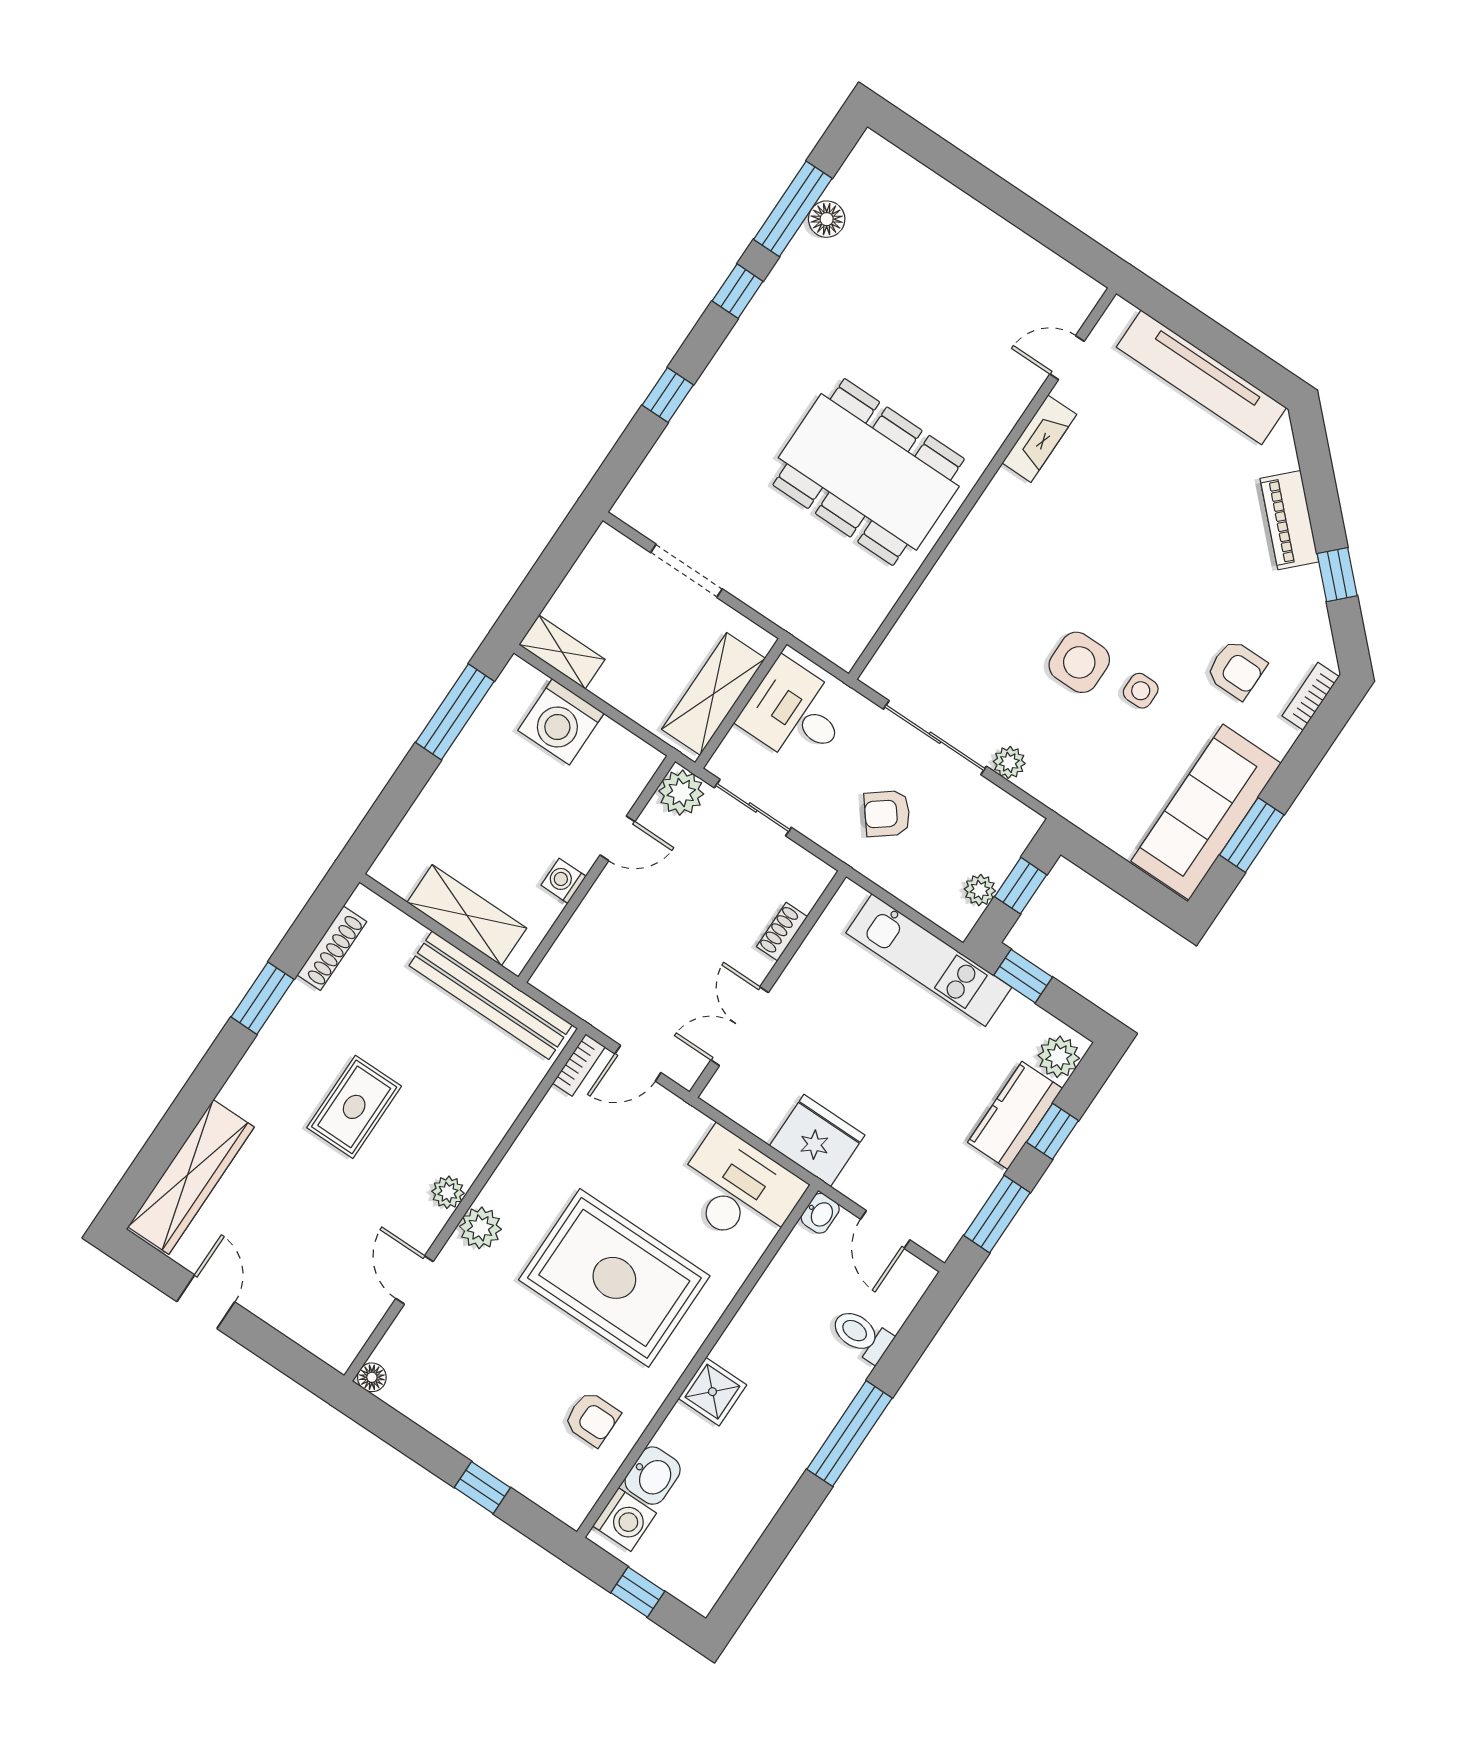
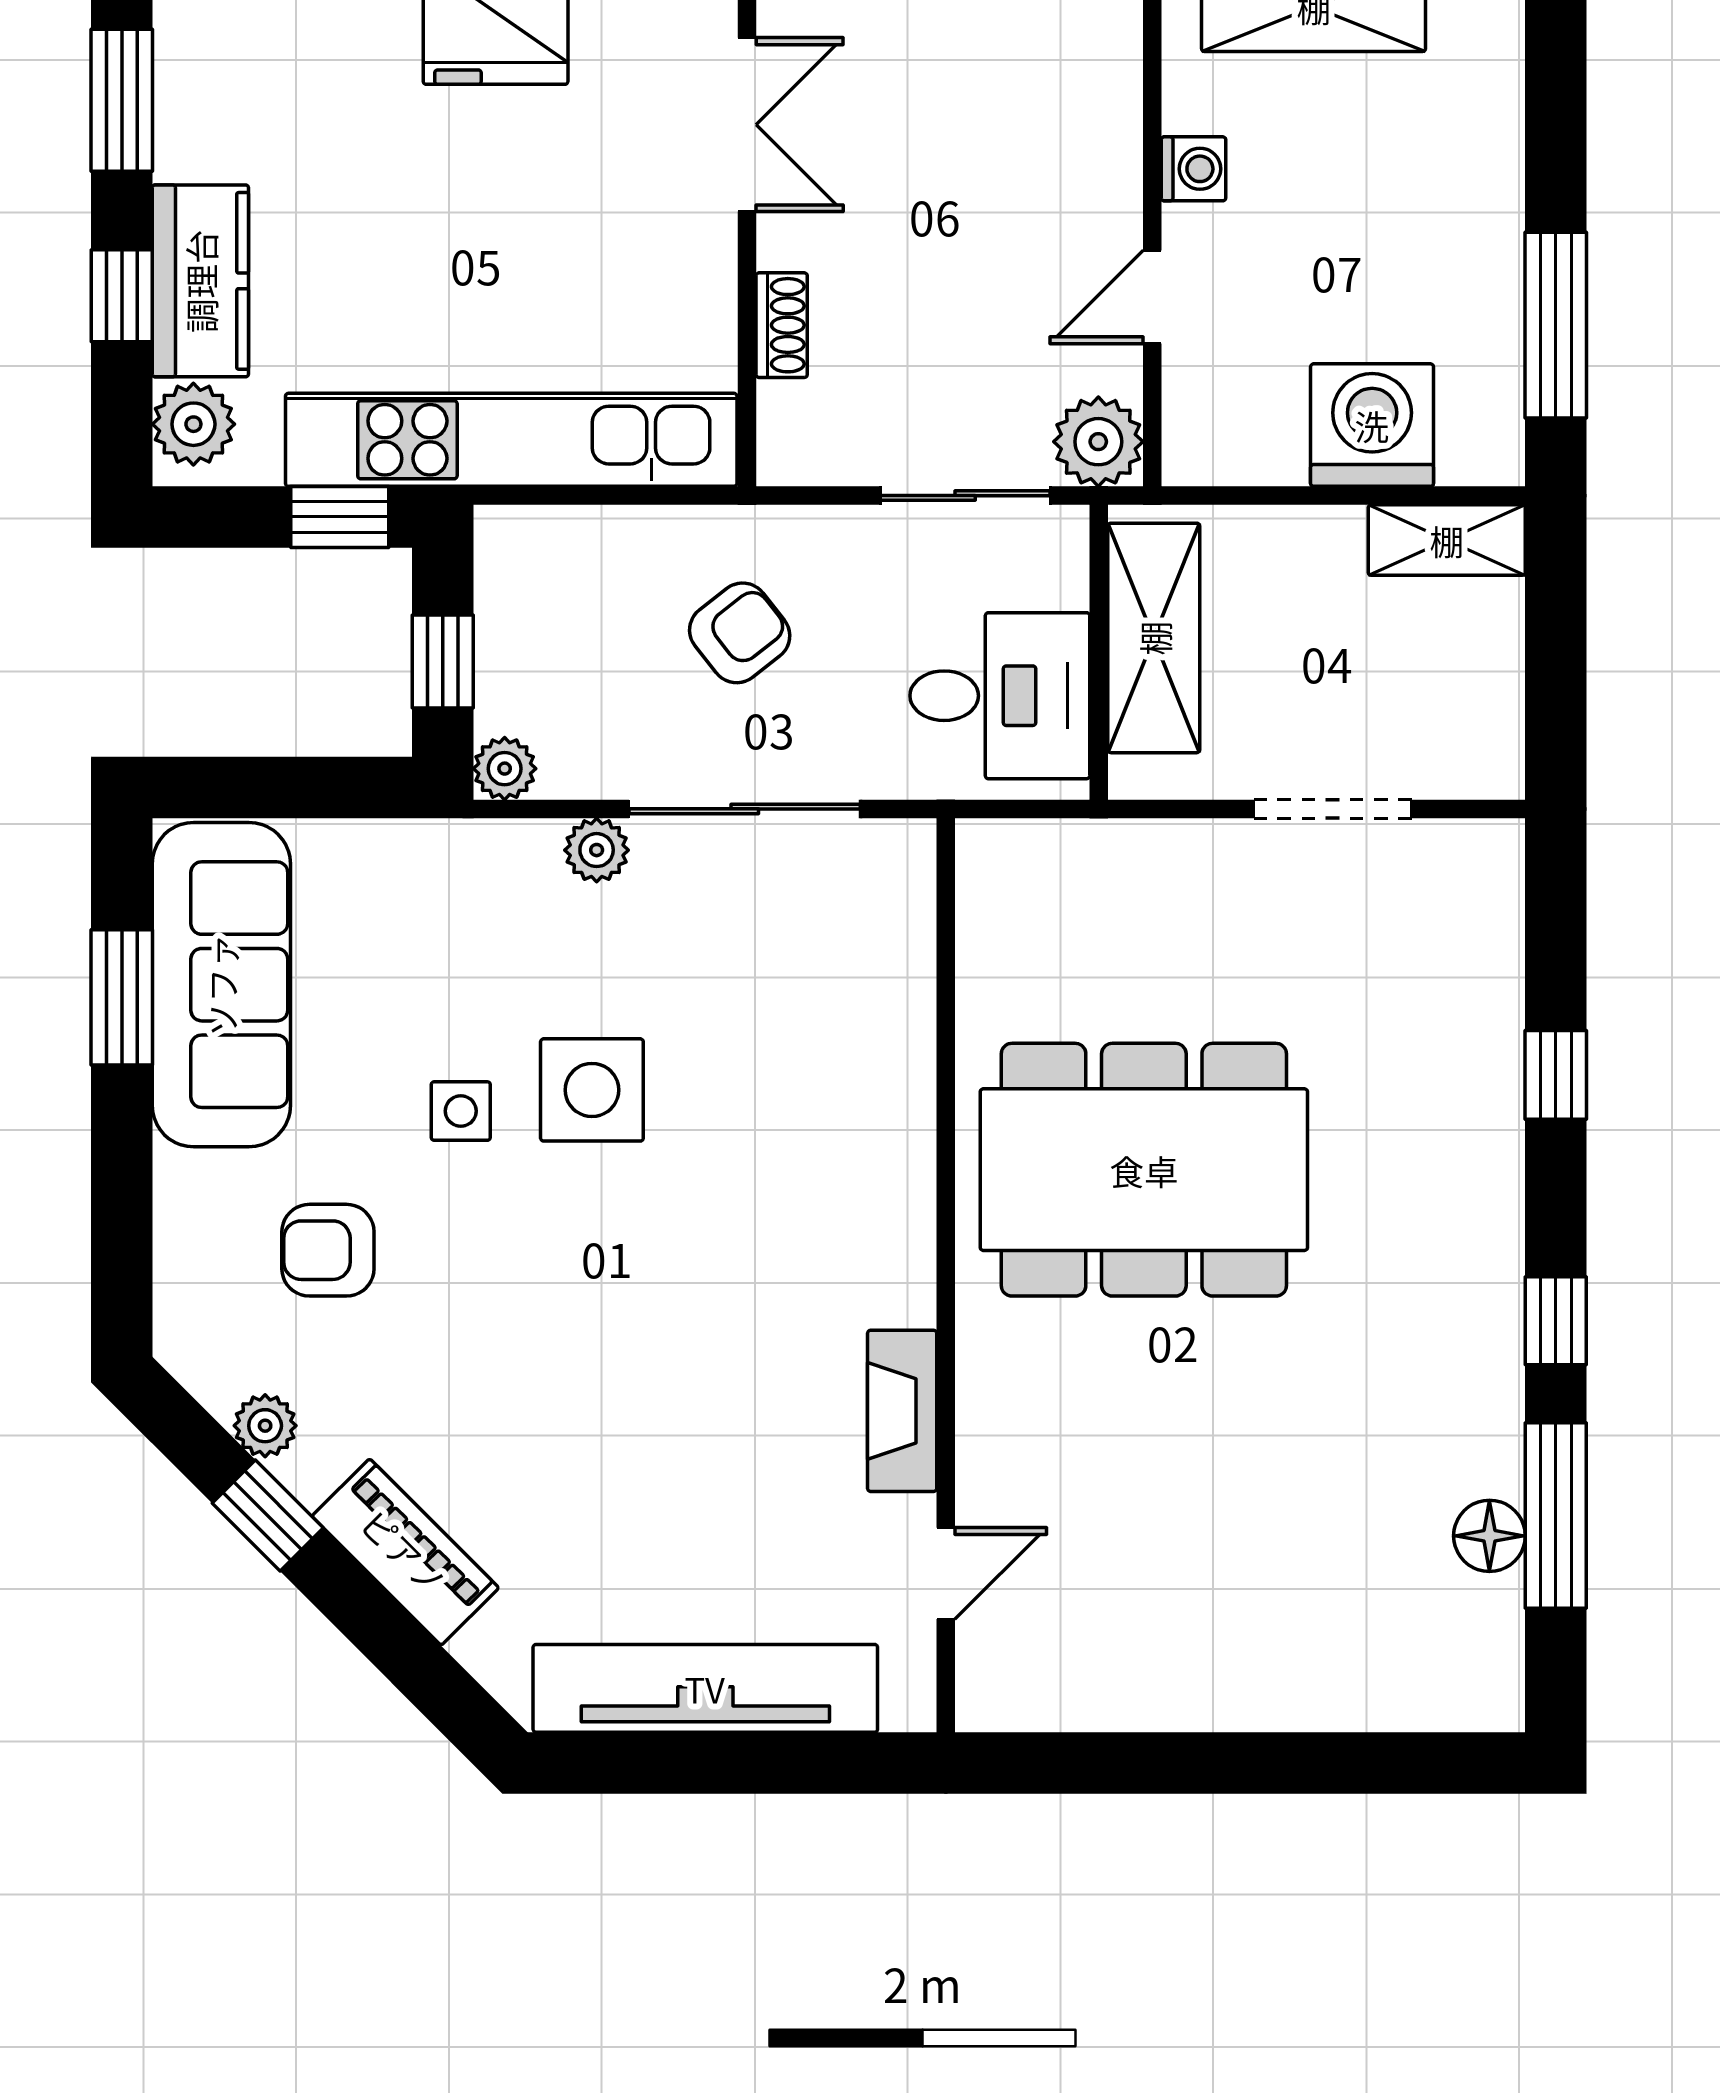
plant: (1313, 613) -> (265, 1426), added
bookcase: (1311, 696) -> (178, 1288), removed
plant: (980, 890) -> (505, 769), moved
kitchen unit: (929, 960) -> (511, 440), width x1.36

